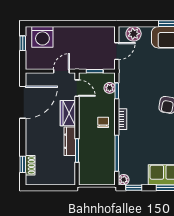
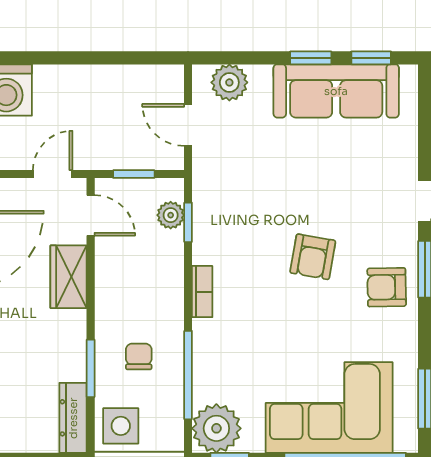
door: (117, 51) -> (188, 125), swing flipped
chair: (103, 122) -> (139, 356), moved
dresser: (70, 141) -> (73, 418), moved
side table: (89, 174) -> (121, 426), added
plant: (124, 180) -> (216, 428), width x1.87, depth x1.87

